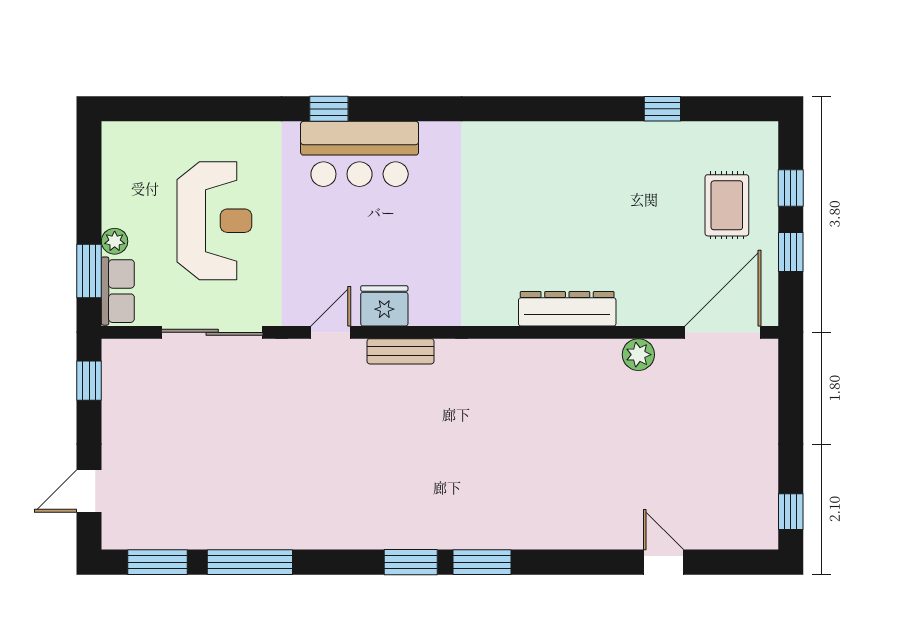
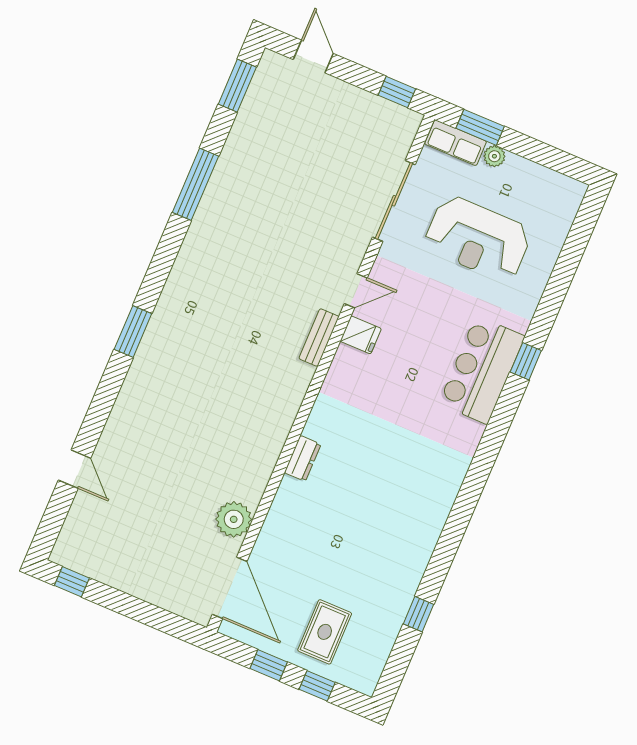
rug: (727, 205) -> (325, 632), turned 90
fridge: (384, 306) -> (361, 335), width x0.72
dresser: (567, 309) -> (303, 458), width x0.51, depth x0.80
door: (331, 332) -> (356, 291), hinge flipped
plant: (638, 355) -> (234, 519), width x1.36, depth x1.36
window: (250, 562) -> (195, 184), moved
window: (411, 562) -> (156, 277), removed
door: (663, 562) -> (75, 469), hinge flipped

